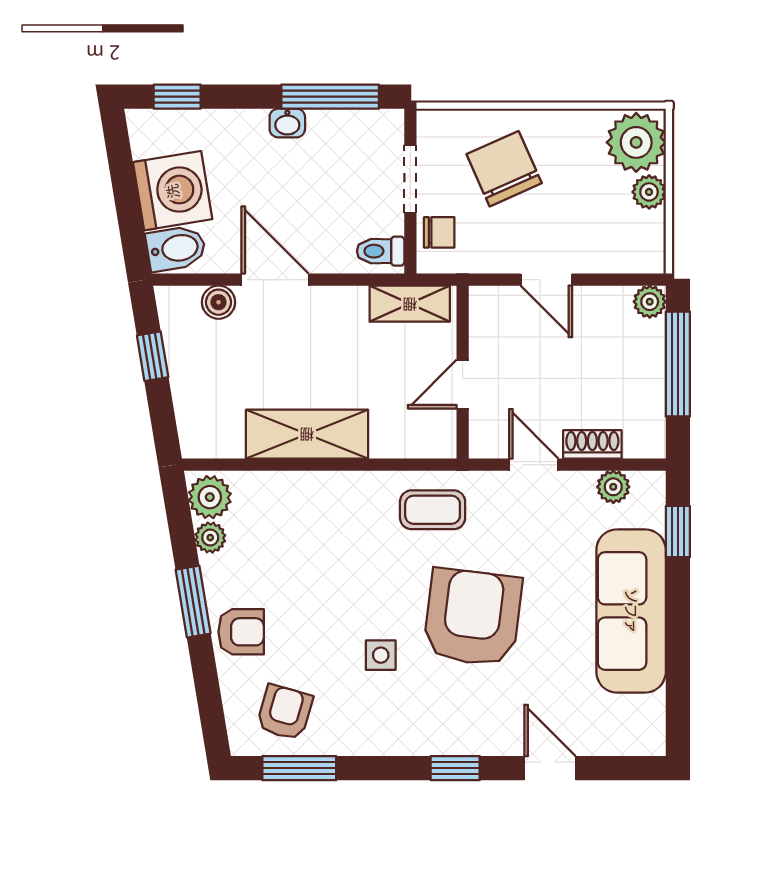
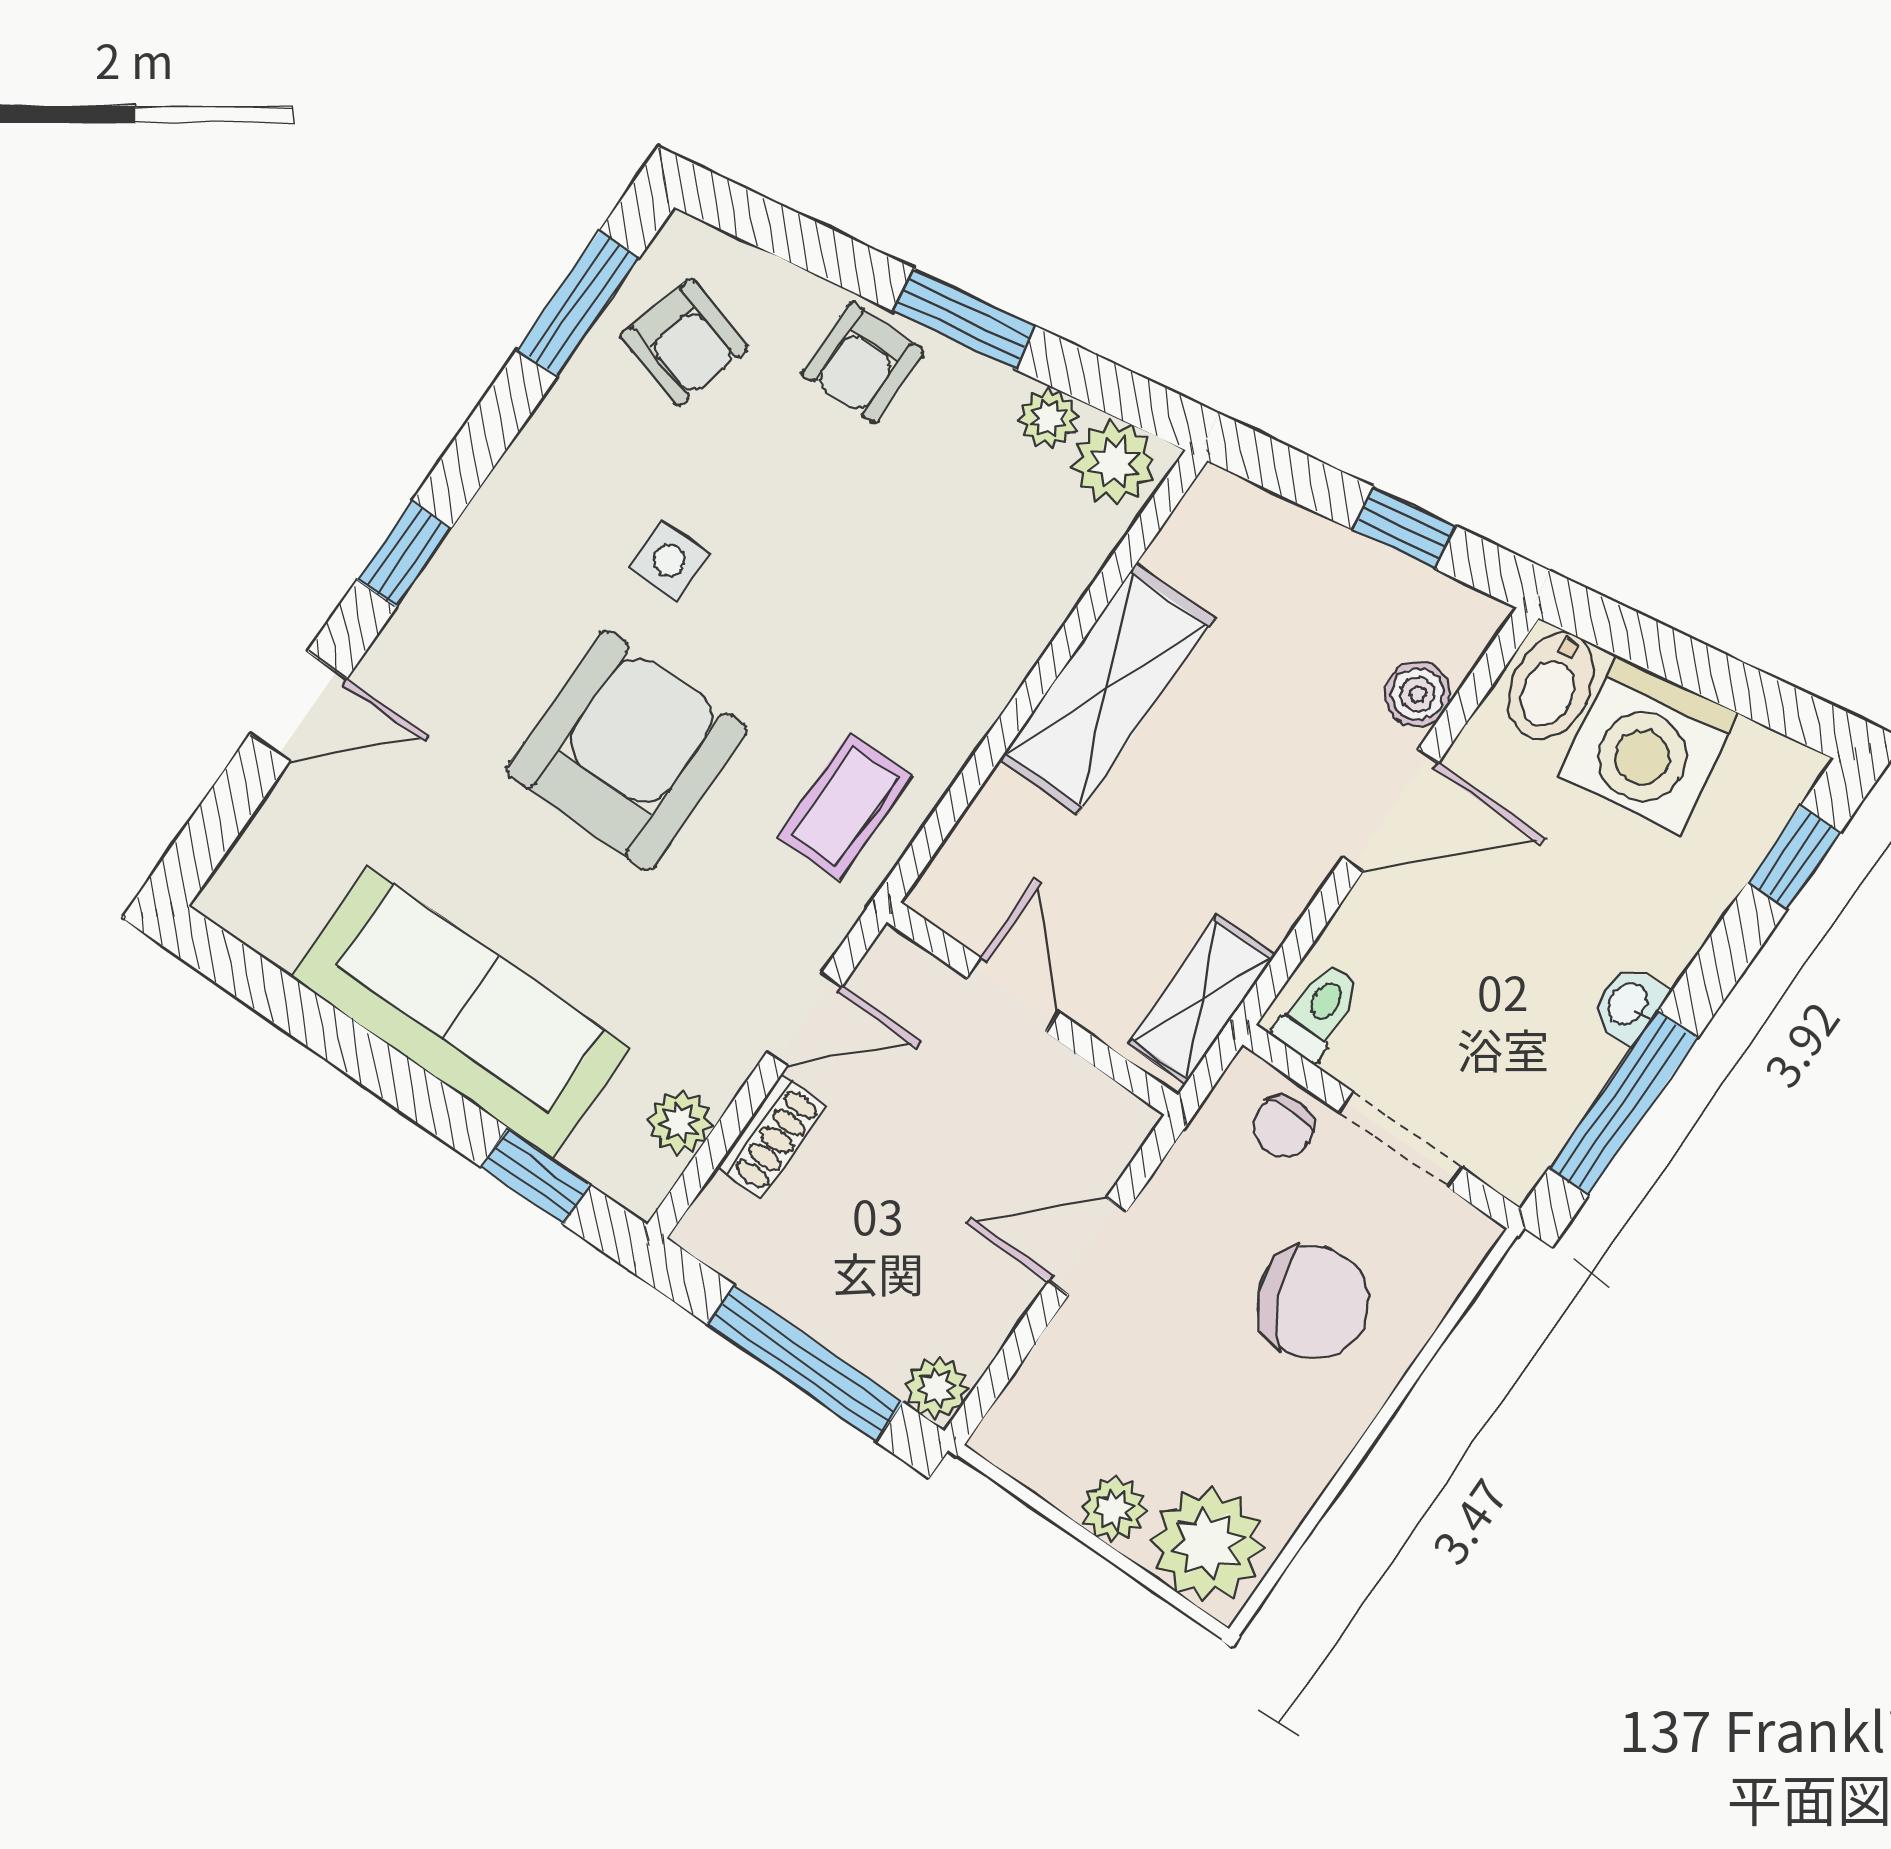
armchair: (473, 617) -> (627, 750), turned -97

